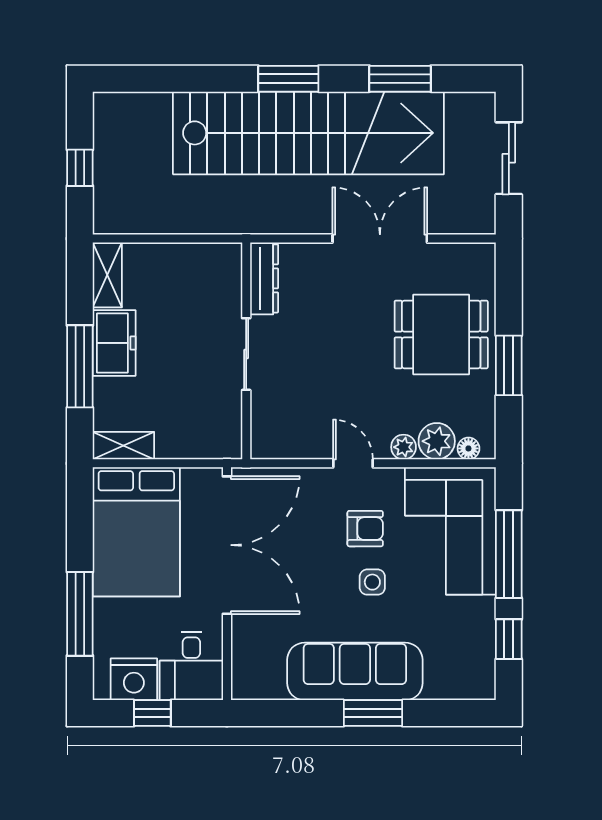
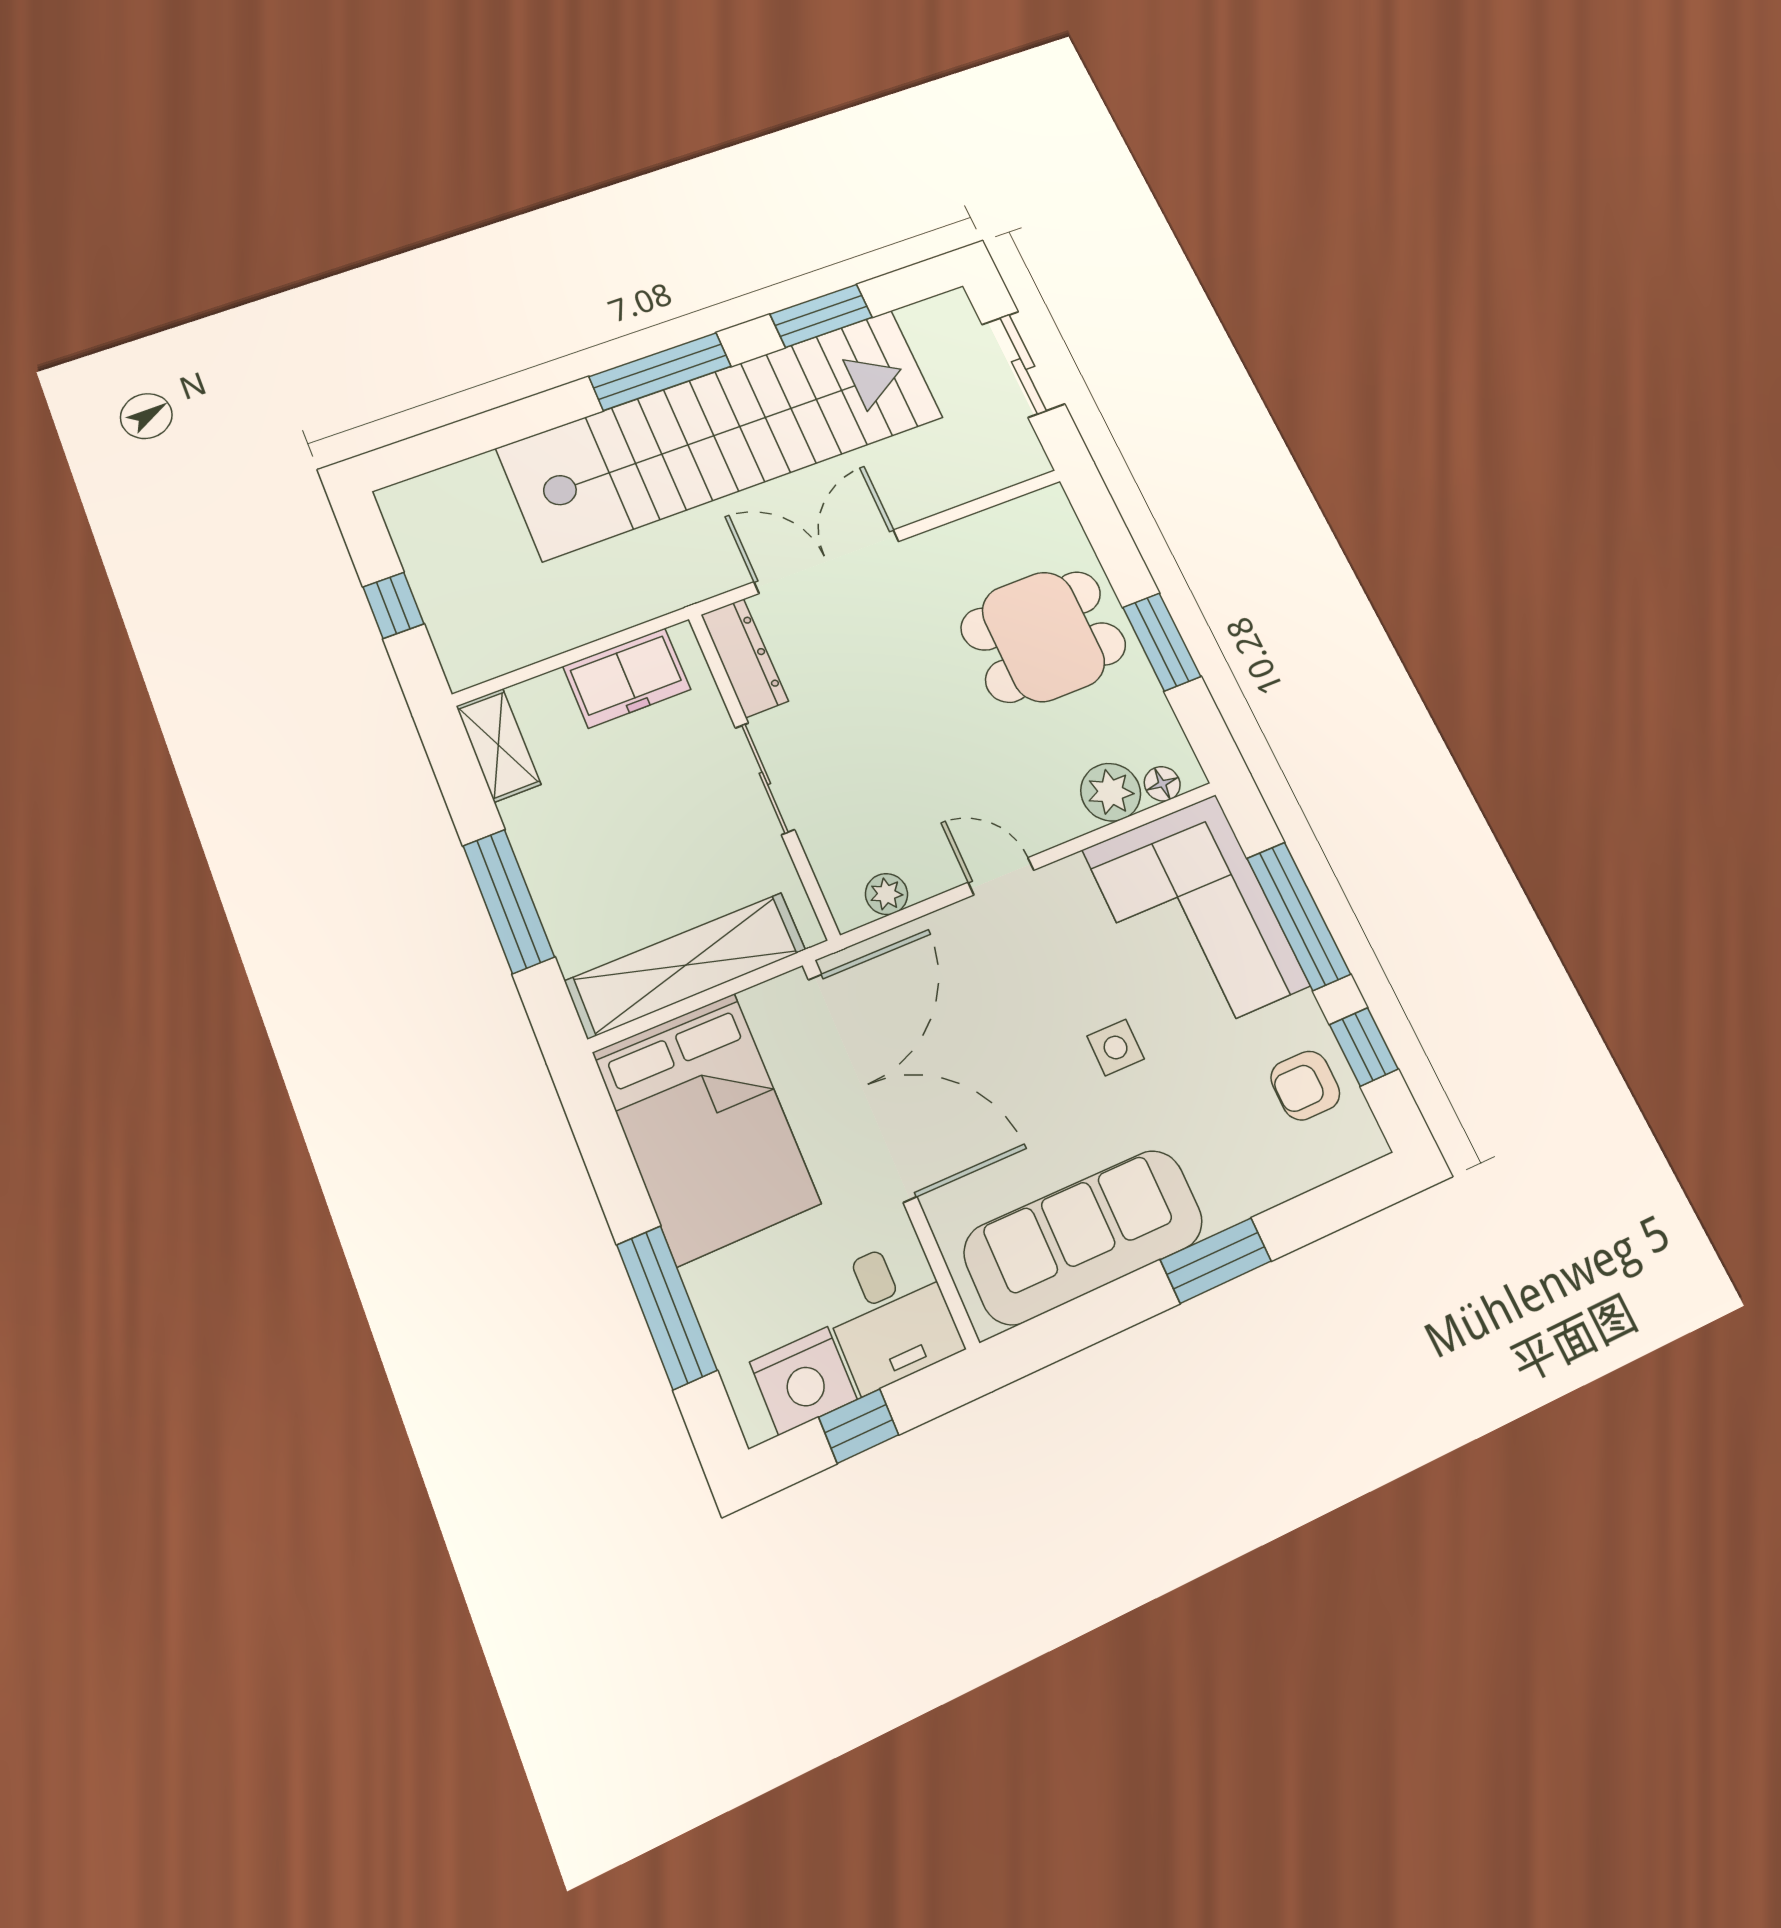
window: (288, 79) -> (660, 371), width x1.44
double door: (380, 239) -> (827, 562), moved
freezer: (114, 343) -> (627, 678), moved, turned 90
shelving: (123, 446) -> (686, 965), width x2.20, depth x1.33
plant: (404, 447) -> (887, 894), moved
armchair: (365, 529) -> (1305, 1085), moved, turned 180
sofa: (355, 671) -> (1084, 1237), moved

